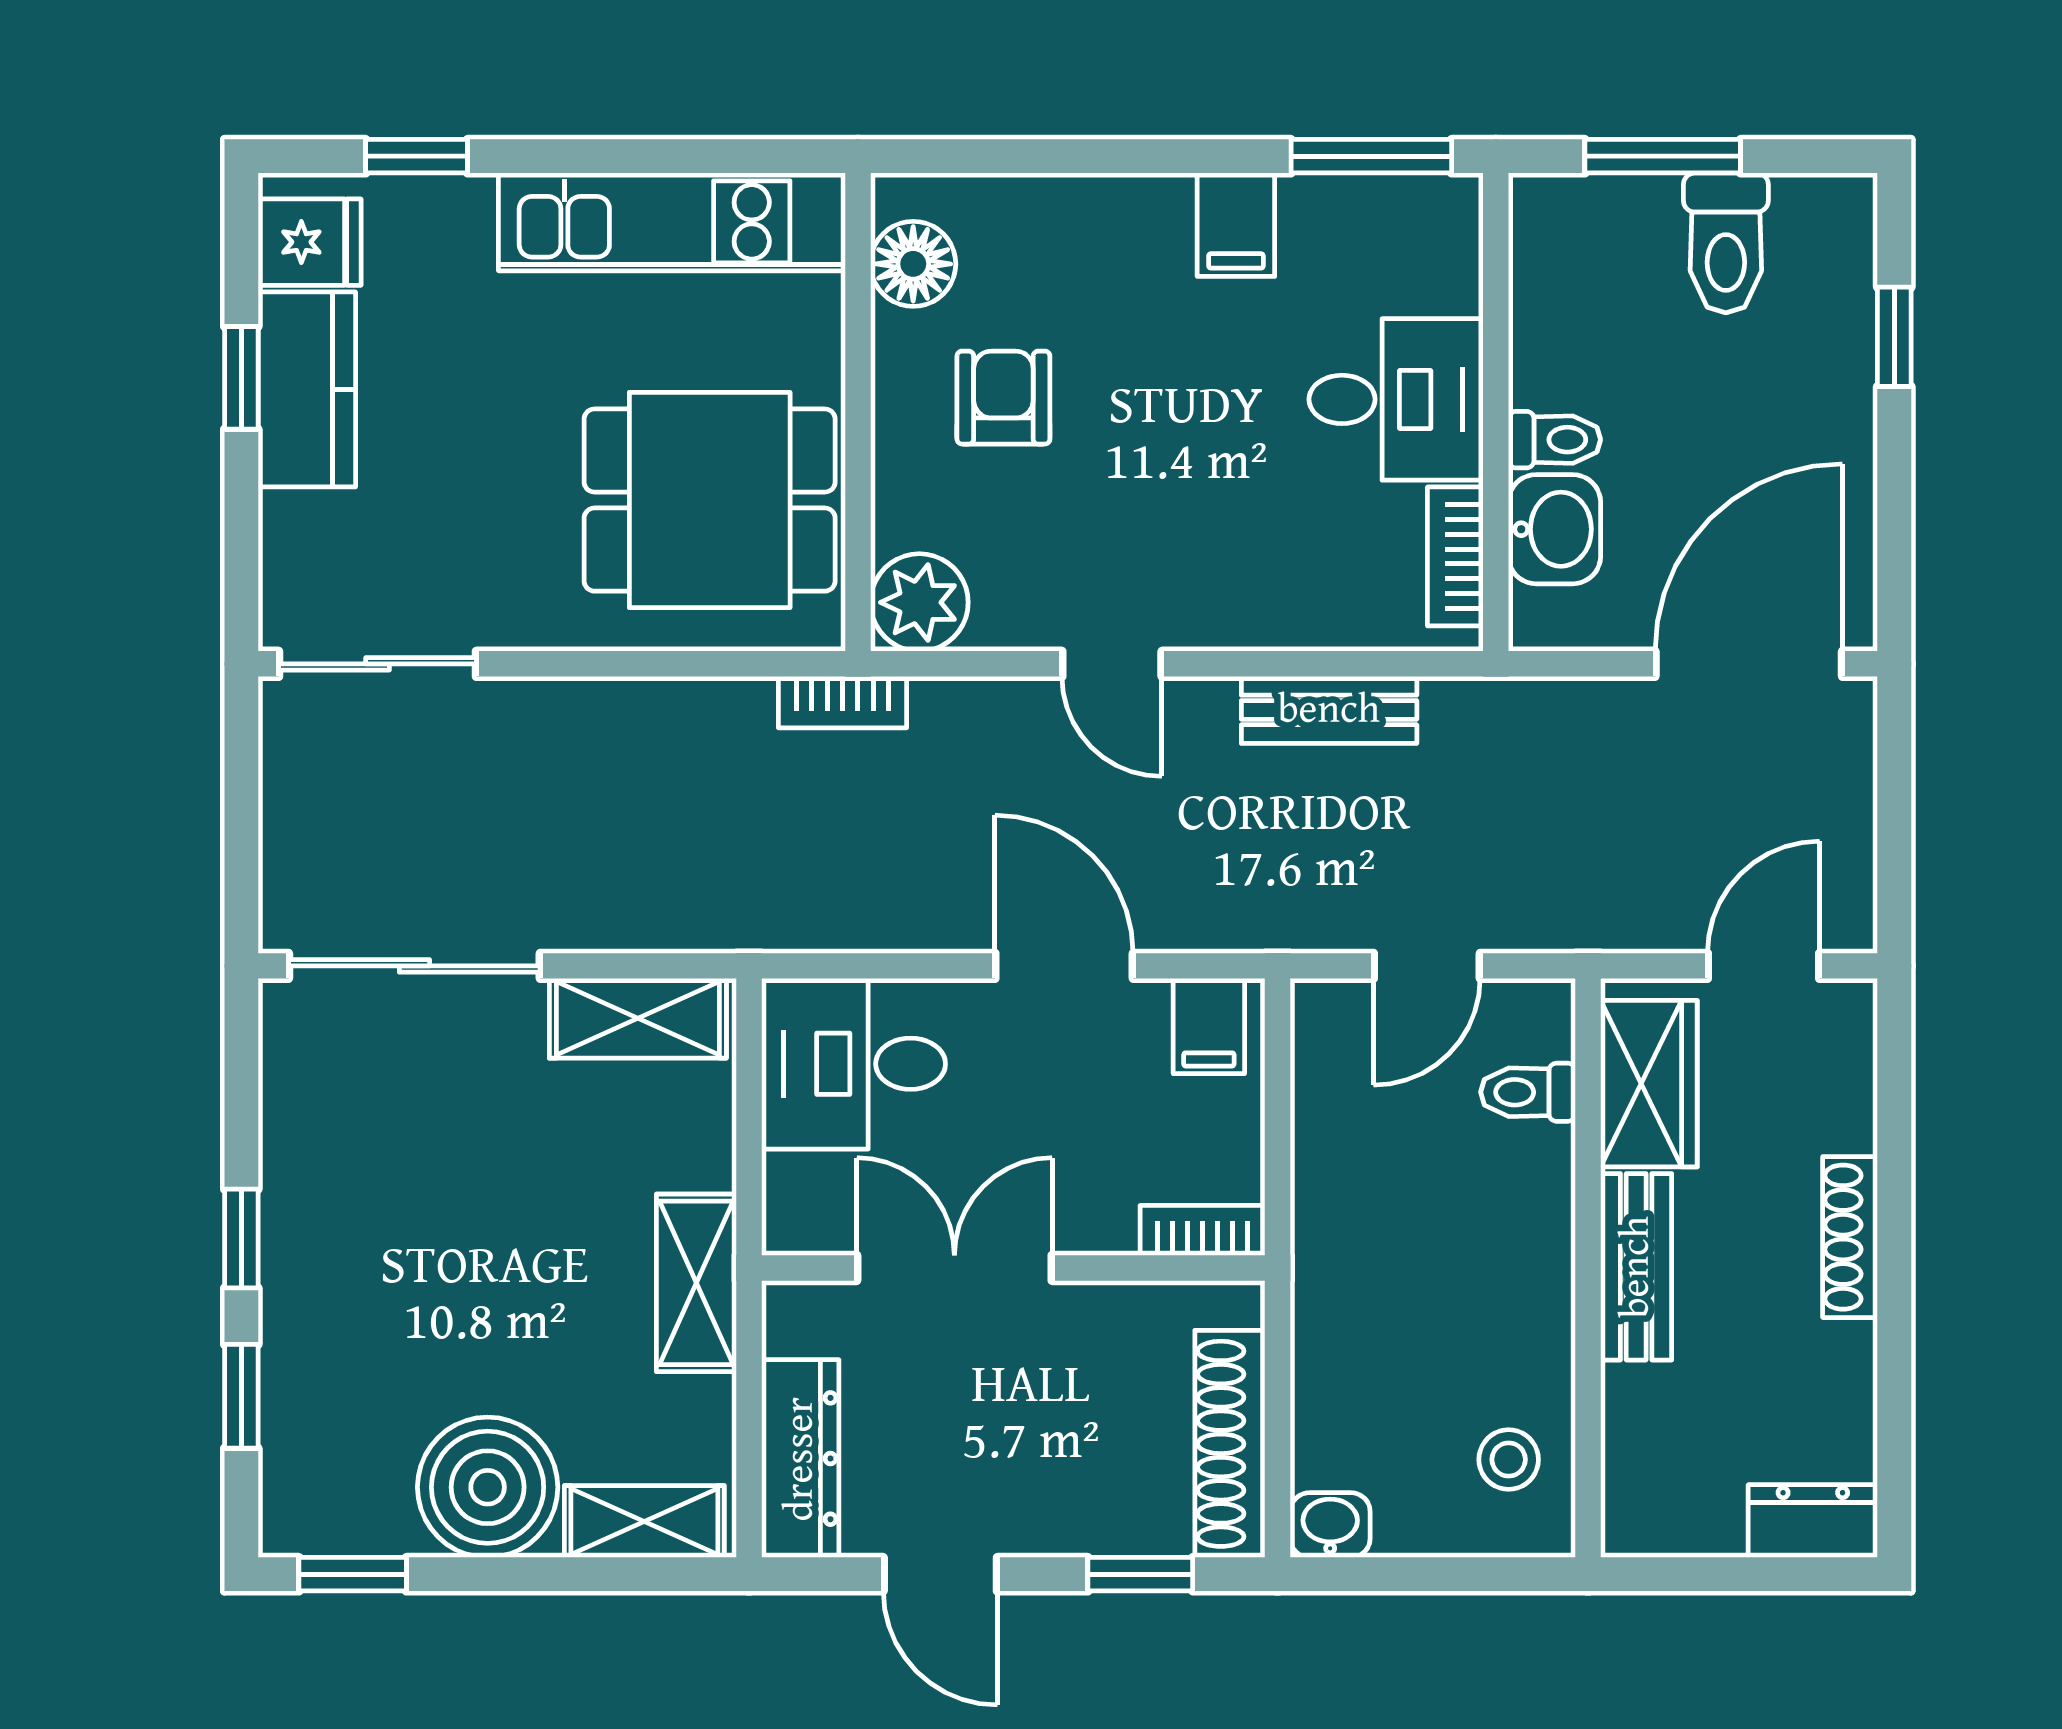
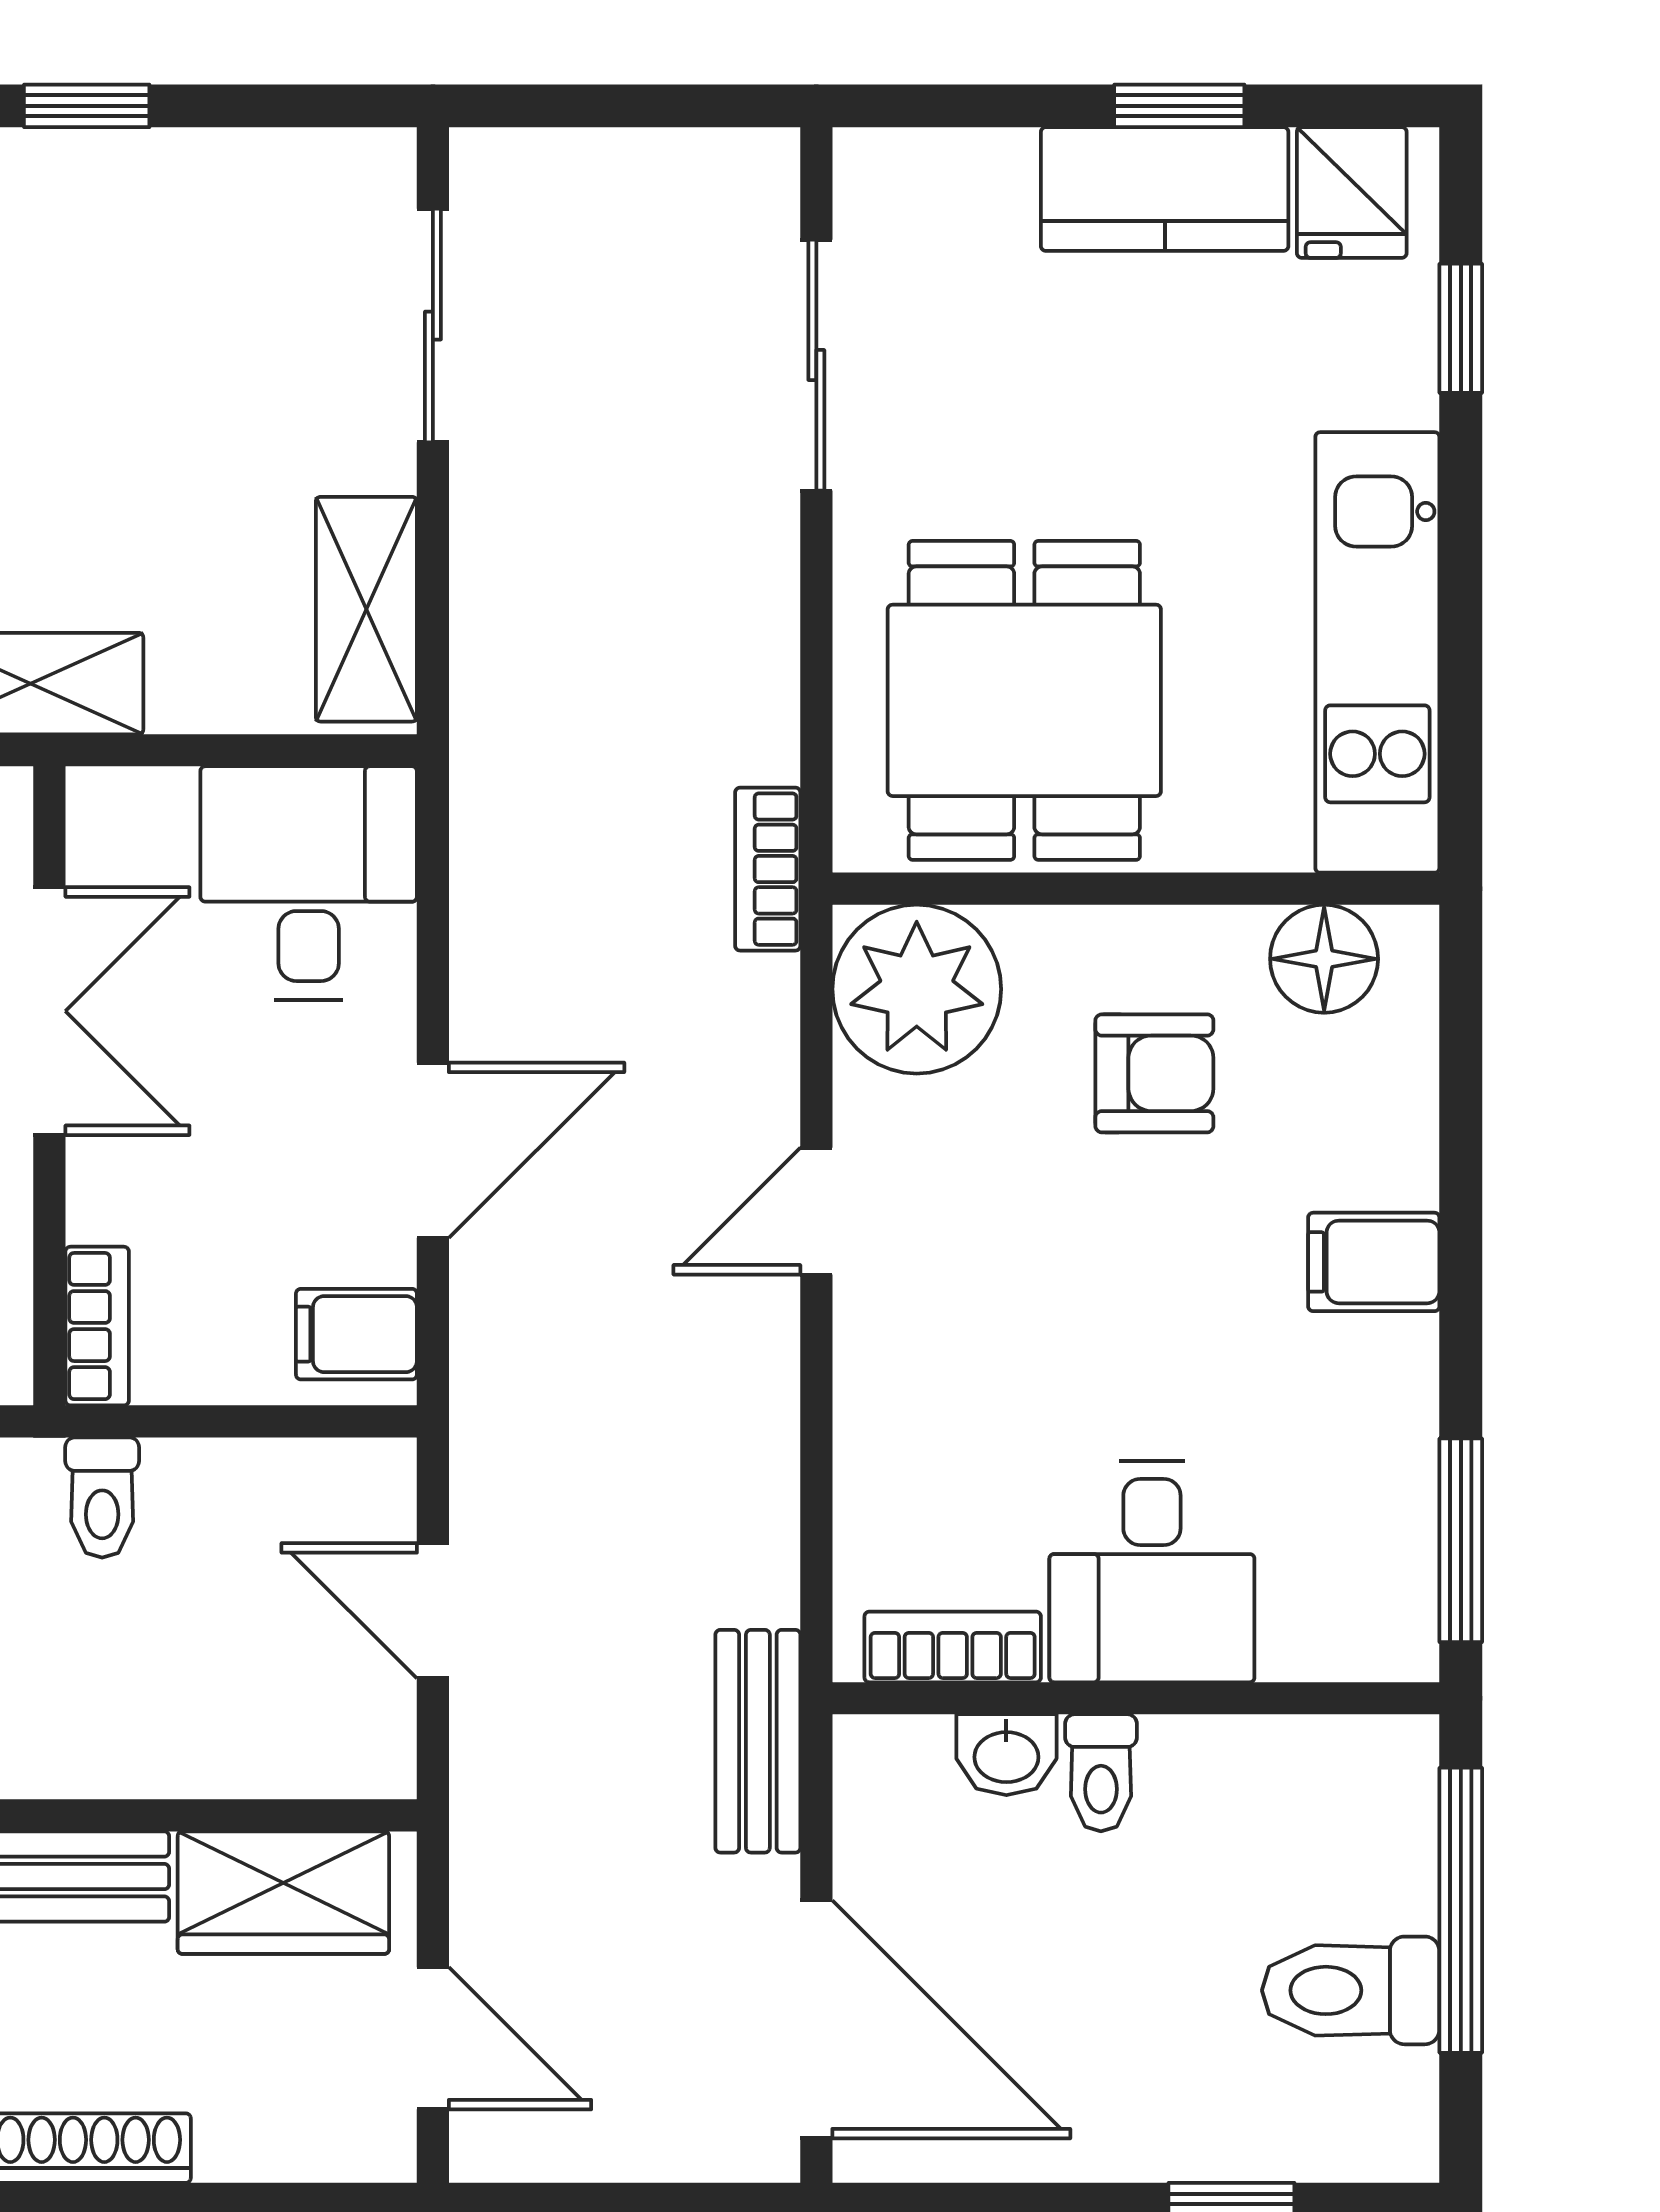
window: (1663, 156) -> (1461, 1910), width x1.44
filing cabinet: (1236, 225) -> (1374, 1262), moved
washbasin: (1554, 529) -> (1006, 1755), width x0.72, depth x0.69
plant: (919, 602) -> (917, 989), width x1.36, depth x1.36
sliding door: (378, 664) -> (816, 365), moved
bench: (1329, 710) -> (758, 1741), moved
sliding door: (414, 966) -> (433, 326), width x0.73
toilet: (1528, 1092) -> (102, 1497), moved, turned 180

